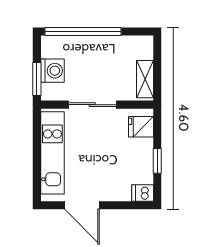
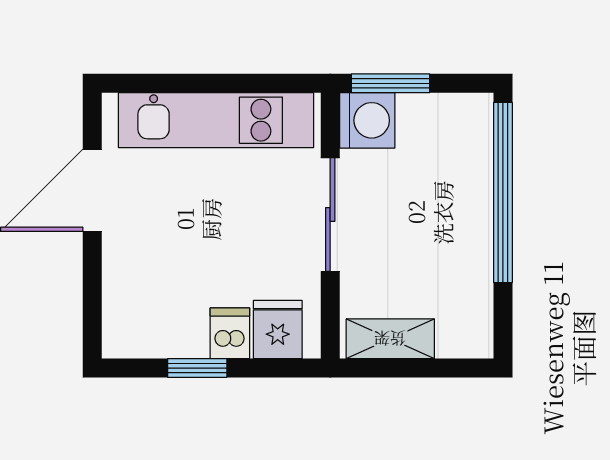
washing machine: (52, 71) -> (367, 120), moved, turned -90
dishwasher: (143, 193) -> (230, 333), moved

